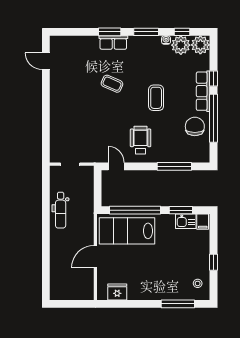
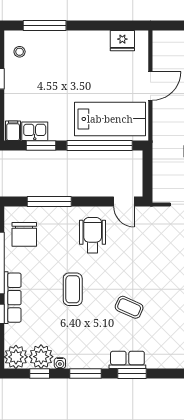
chair: (195, 126) -> (24, 234), moved
wheelchair: (141, 140) -> (93, 235), turned 180

